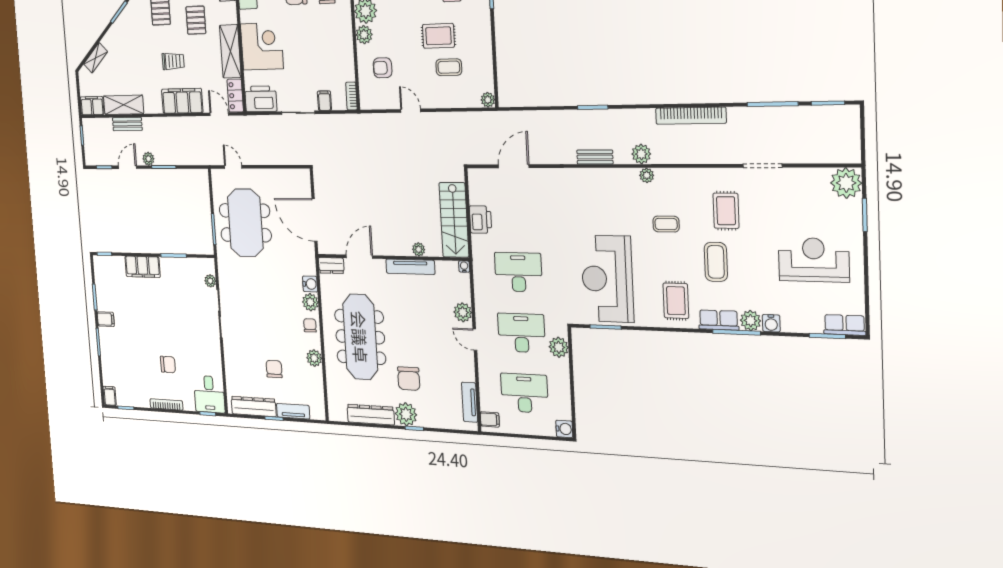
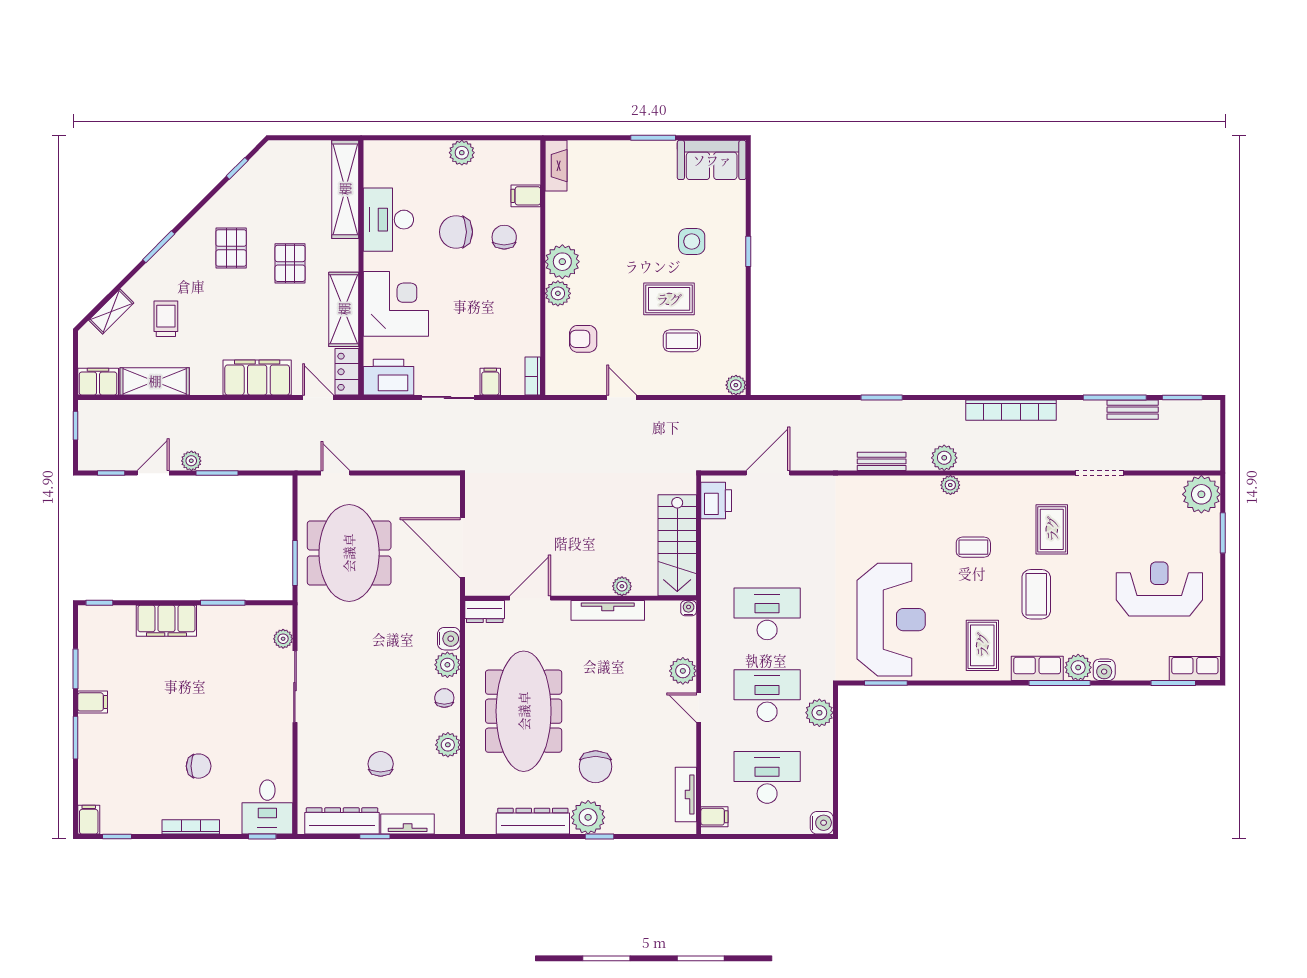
trolley: (173, 61) -> (166, 319), moved, turned -90
bench: (127, 124) -> (1133, 410), moved
printer: (480, 220) -> (716, 501), moved
reception desk: (607, 279) -> (891, 620), turned 180

